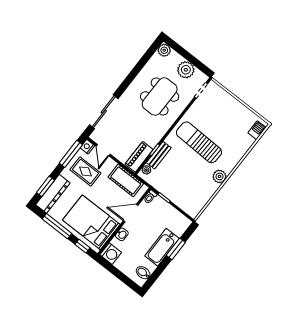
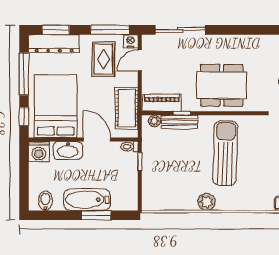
dining table: (160, 97) -> (222, 85), moved
washbasin: (122, 234) -> (68, 150), width x1.91, depth x1.45

